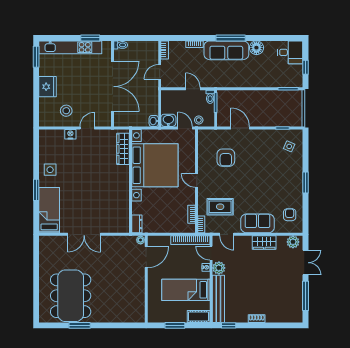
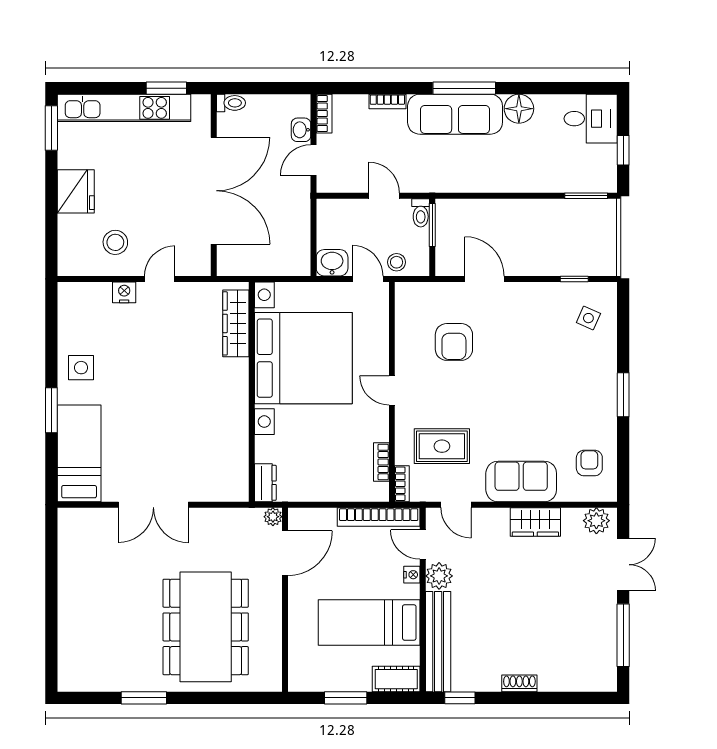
washbasin: (154, 121) -> (301, 130), moved
dining table: (71, 296) -> (206, 627), moved

